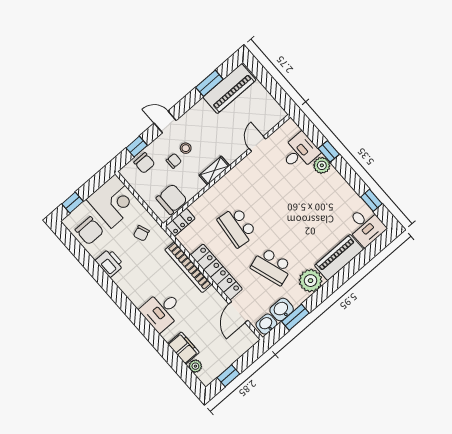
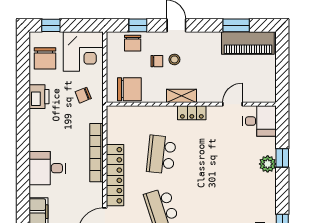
desk: (300, 152) -> (259, 121), moved
locker: (180, 222) -> (192, 113), moved

